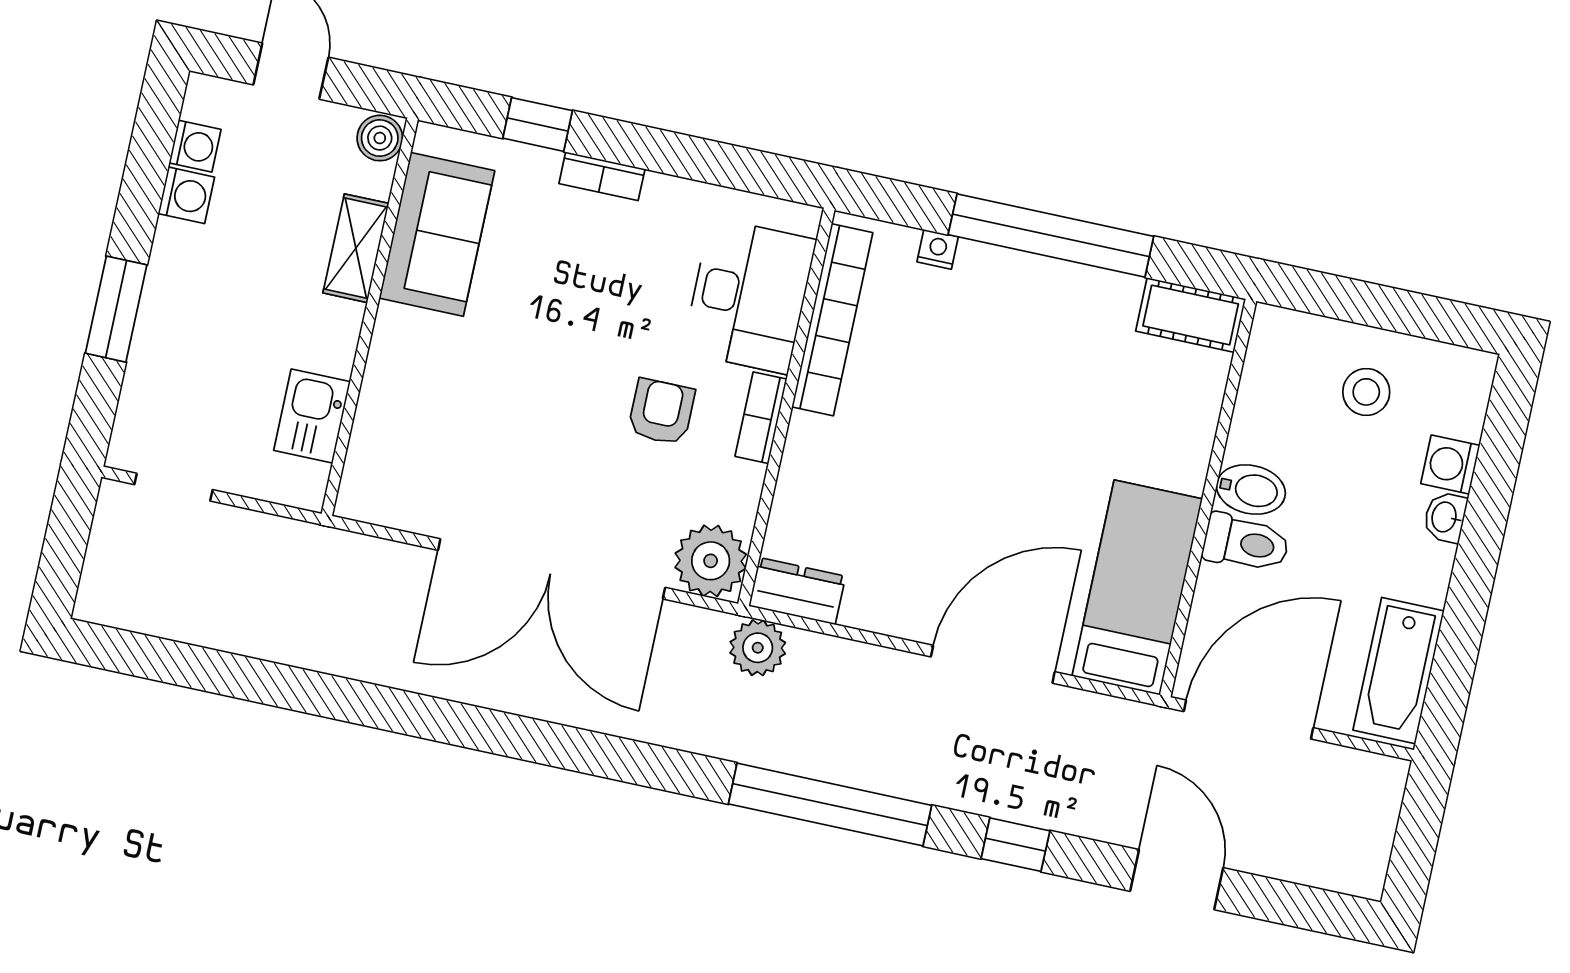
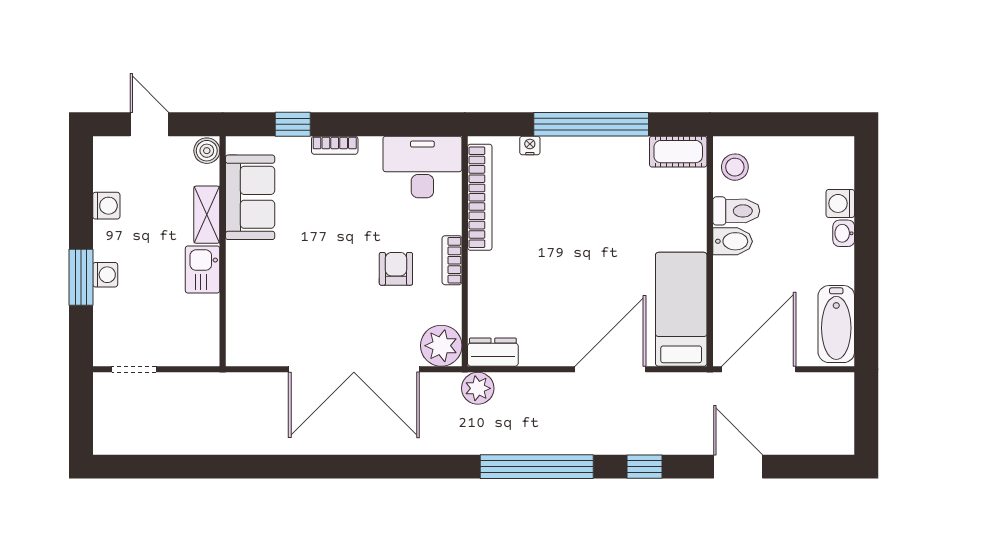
washing machine: (195, 146) -> (105, 275), moved
desk: (749, 296) -> (422, 167), moved, turned -90
stool: (1366, 392) -> (735, 167), moved
kitchen sink: (312, 416) -> (203, 270), moved
toilet: (1246, 543) -> (736, 211), moved

